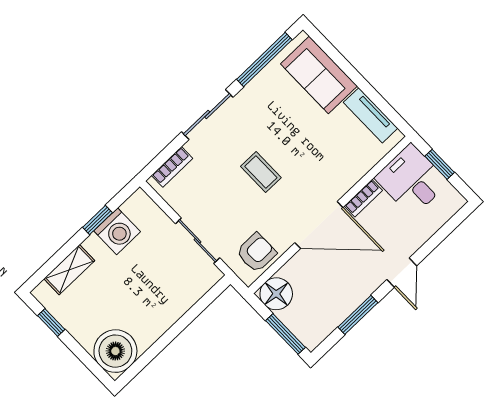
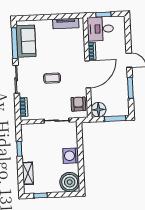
sofa: (319, 75) -> (26, 41), moved, turned -90
washing machine: (117, 231) -> (71, 156), moved, turned 180

